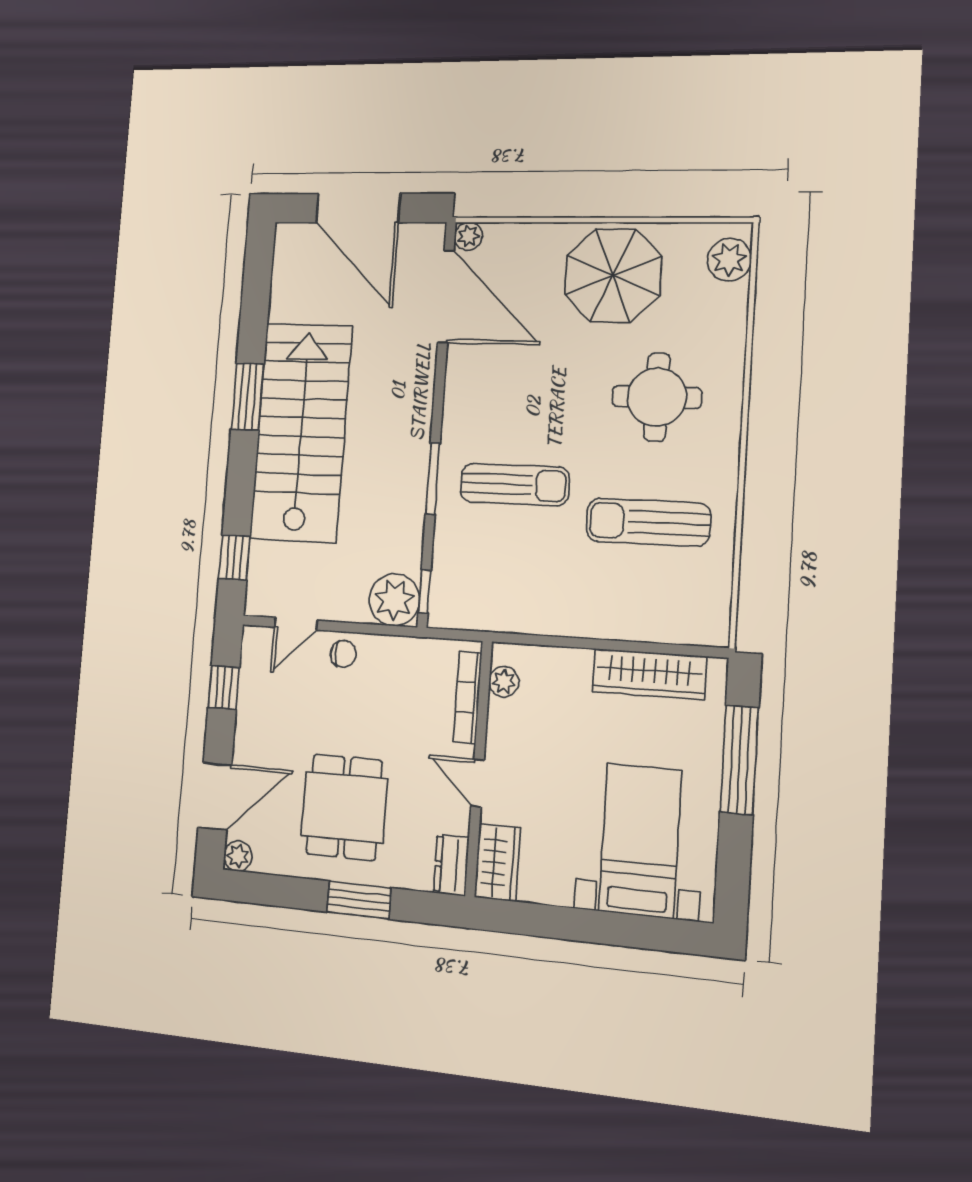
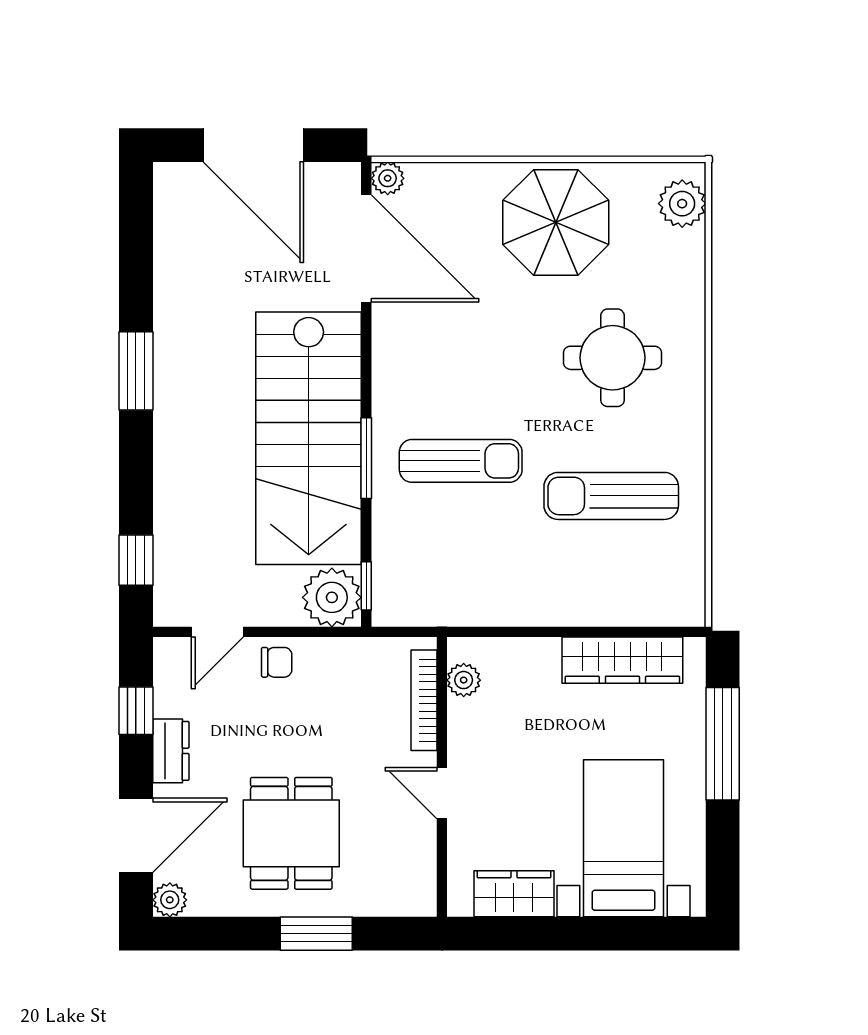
stairs: (301, 432) -> (309, 438), moved, turned 180
wardrobe: (497, 863) -> (514, 894), moved, turned -90
dresser: (451, 865) -> (171, 751), moved, turned 180

